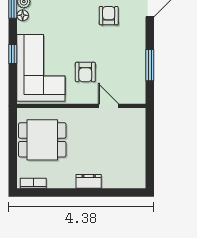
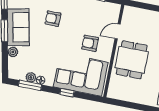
armchair: (85, 72) -> (90, 43), turned 180
dining table: (42, 140) -> (132, 60), moved

